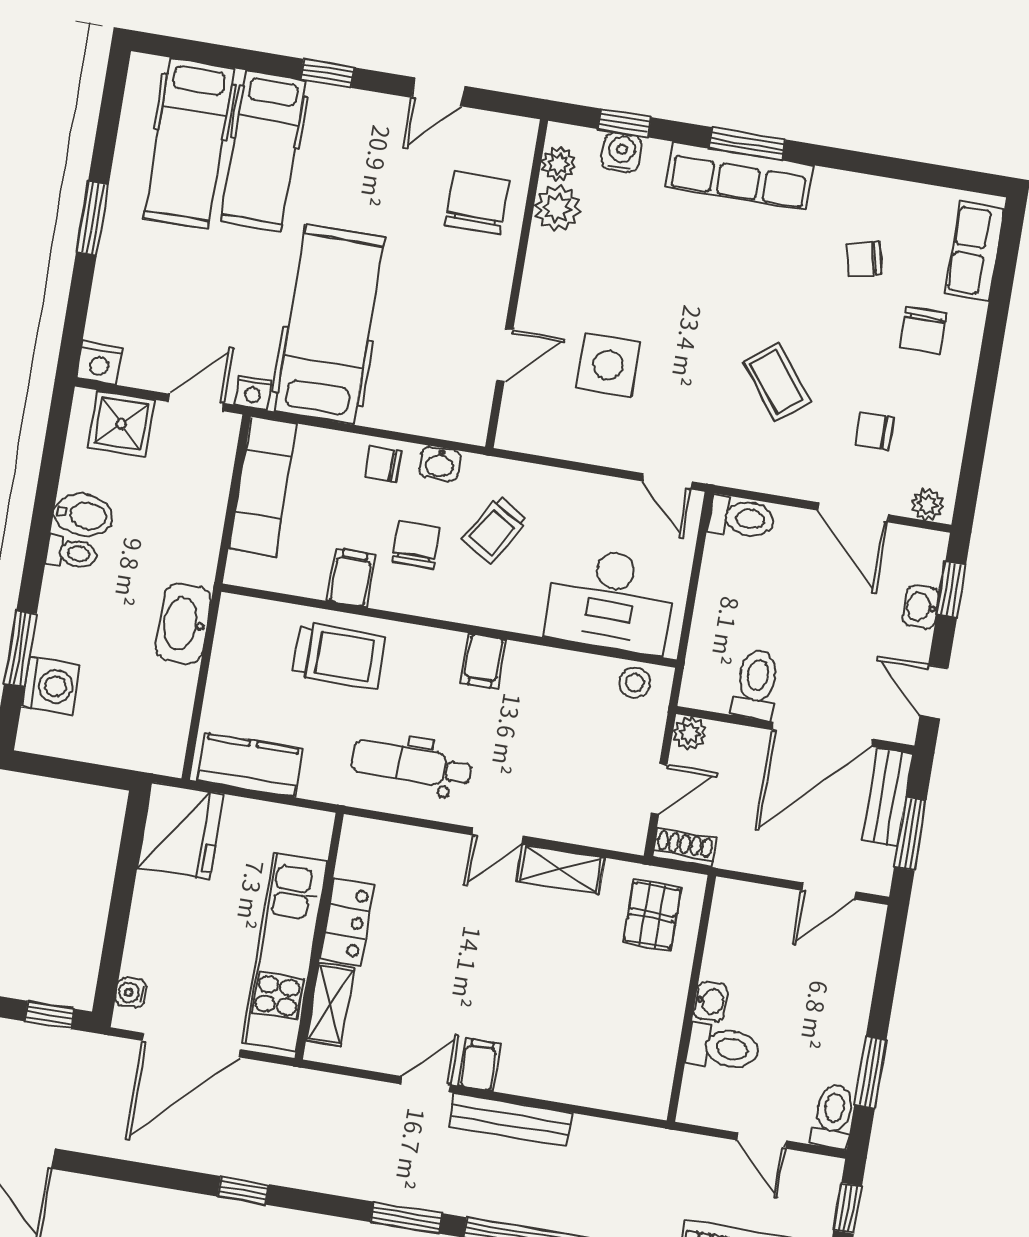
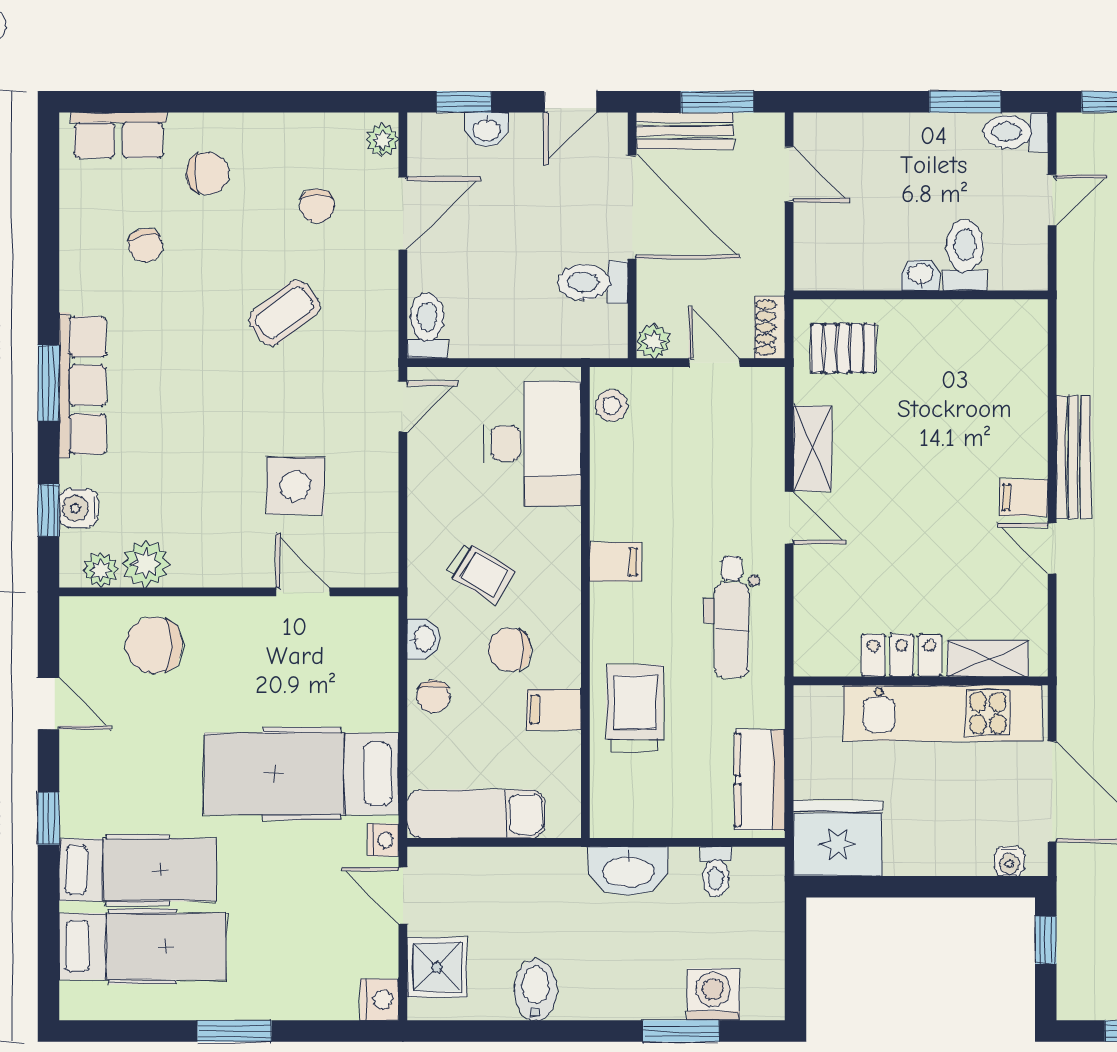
toilet: (72, 553) -> (716, 872), moved, turned 180

